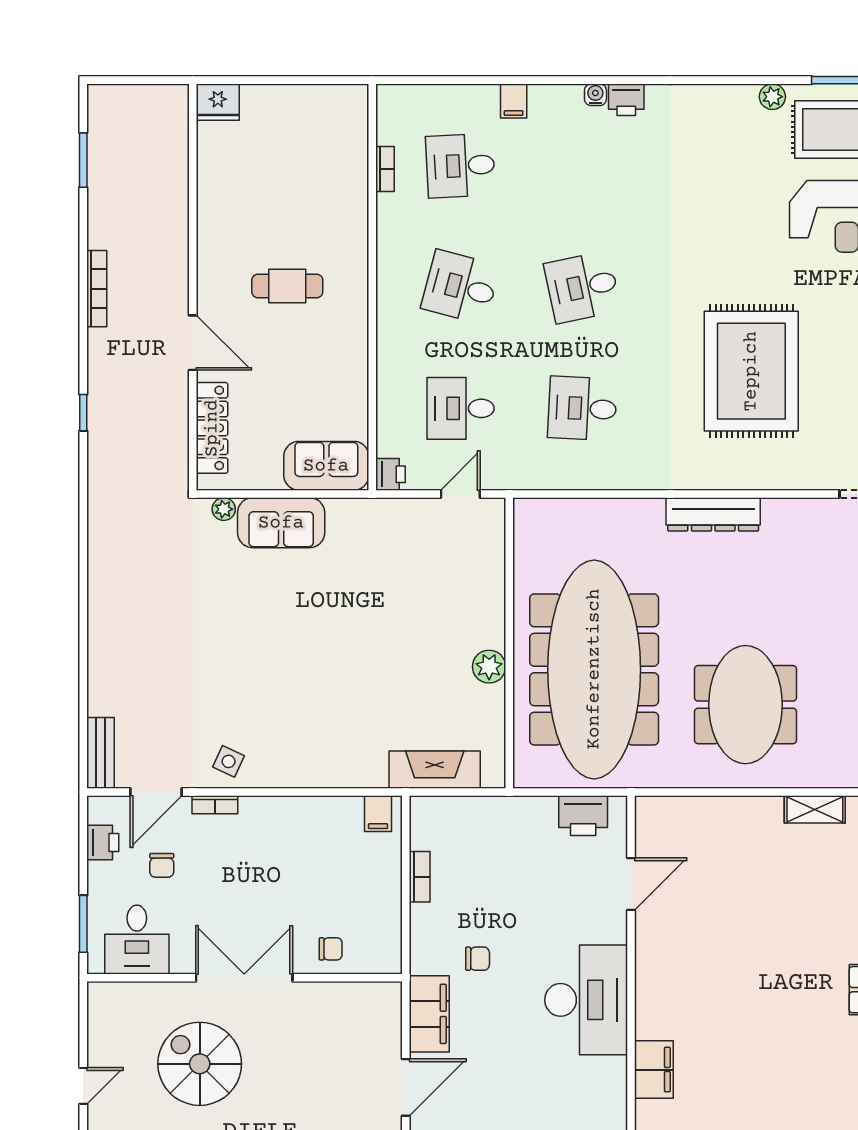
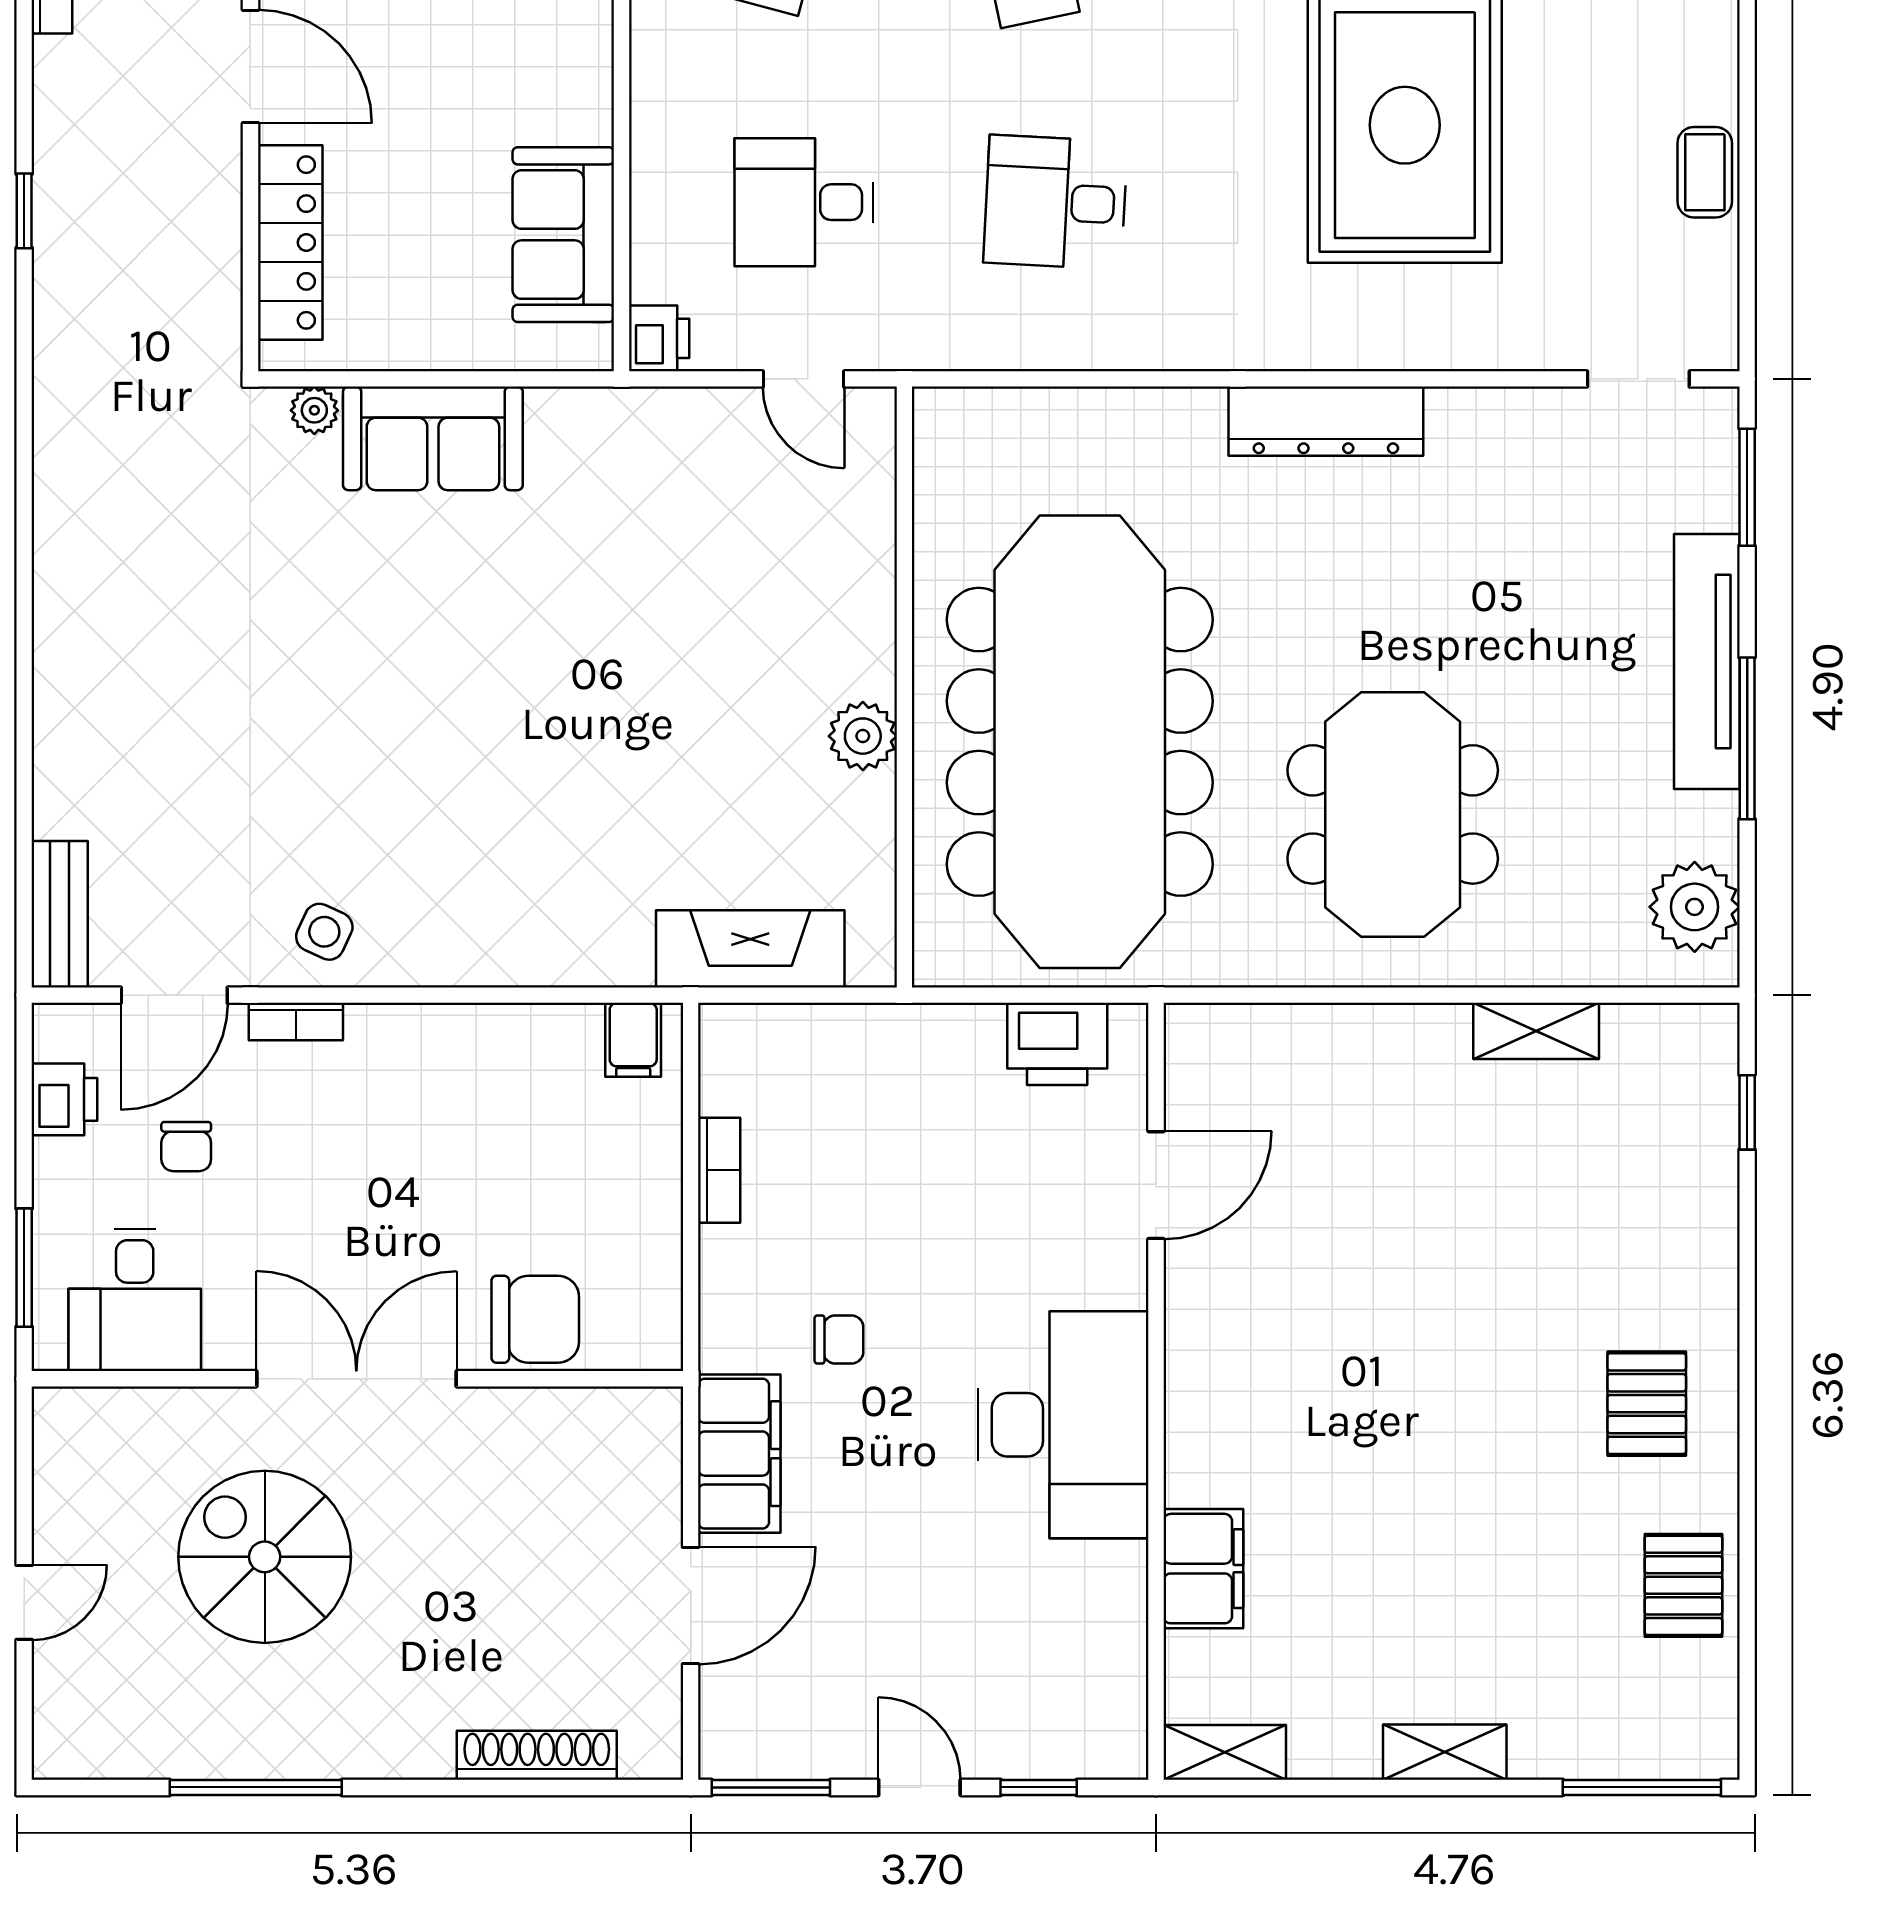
sofa: (326, 466) -> (563, 235), moved, turned -90
door: (460, 494) -> (804, 379), swing flipped
chair: (331, 949) -> (535, 1319), width x1.87, depth x1.87

